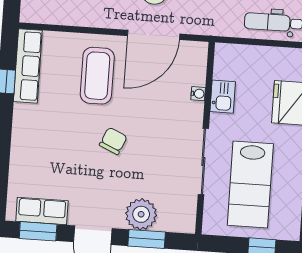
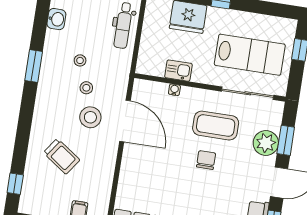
coffee table: (97, 76) -> (216, 126), moved
chair: (113, 141) -> (206, 160), turned 66
sliding door: (203, 162) -> (248, 93), moved

